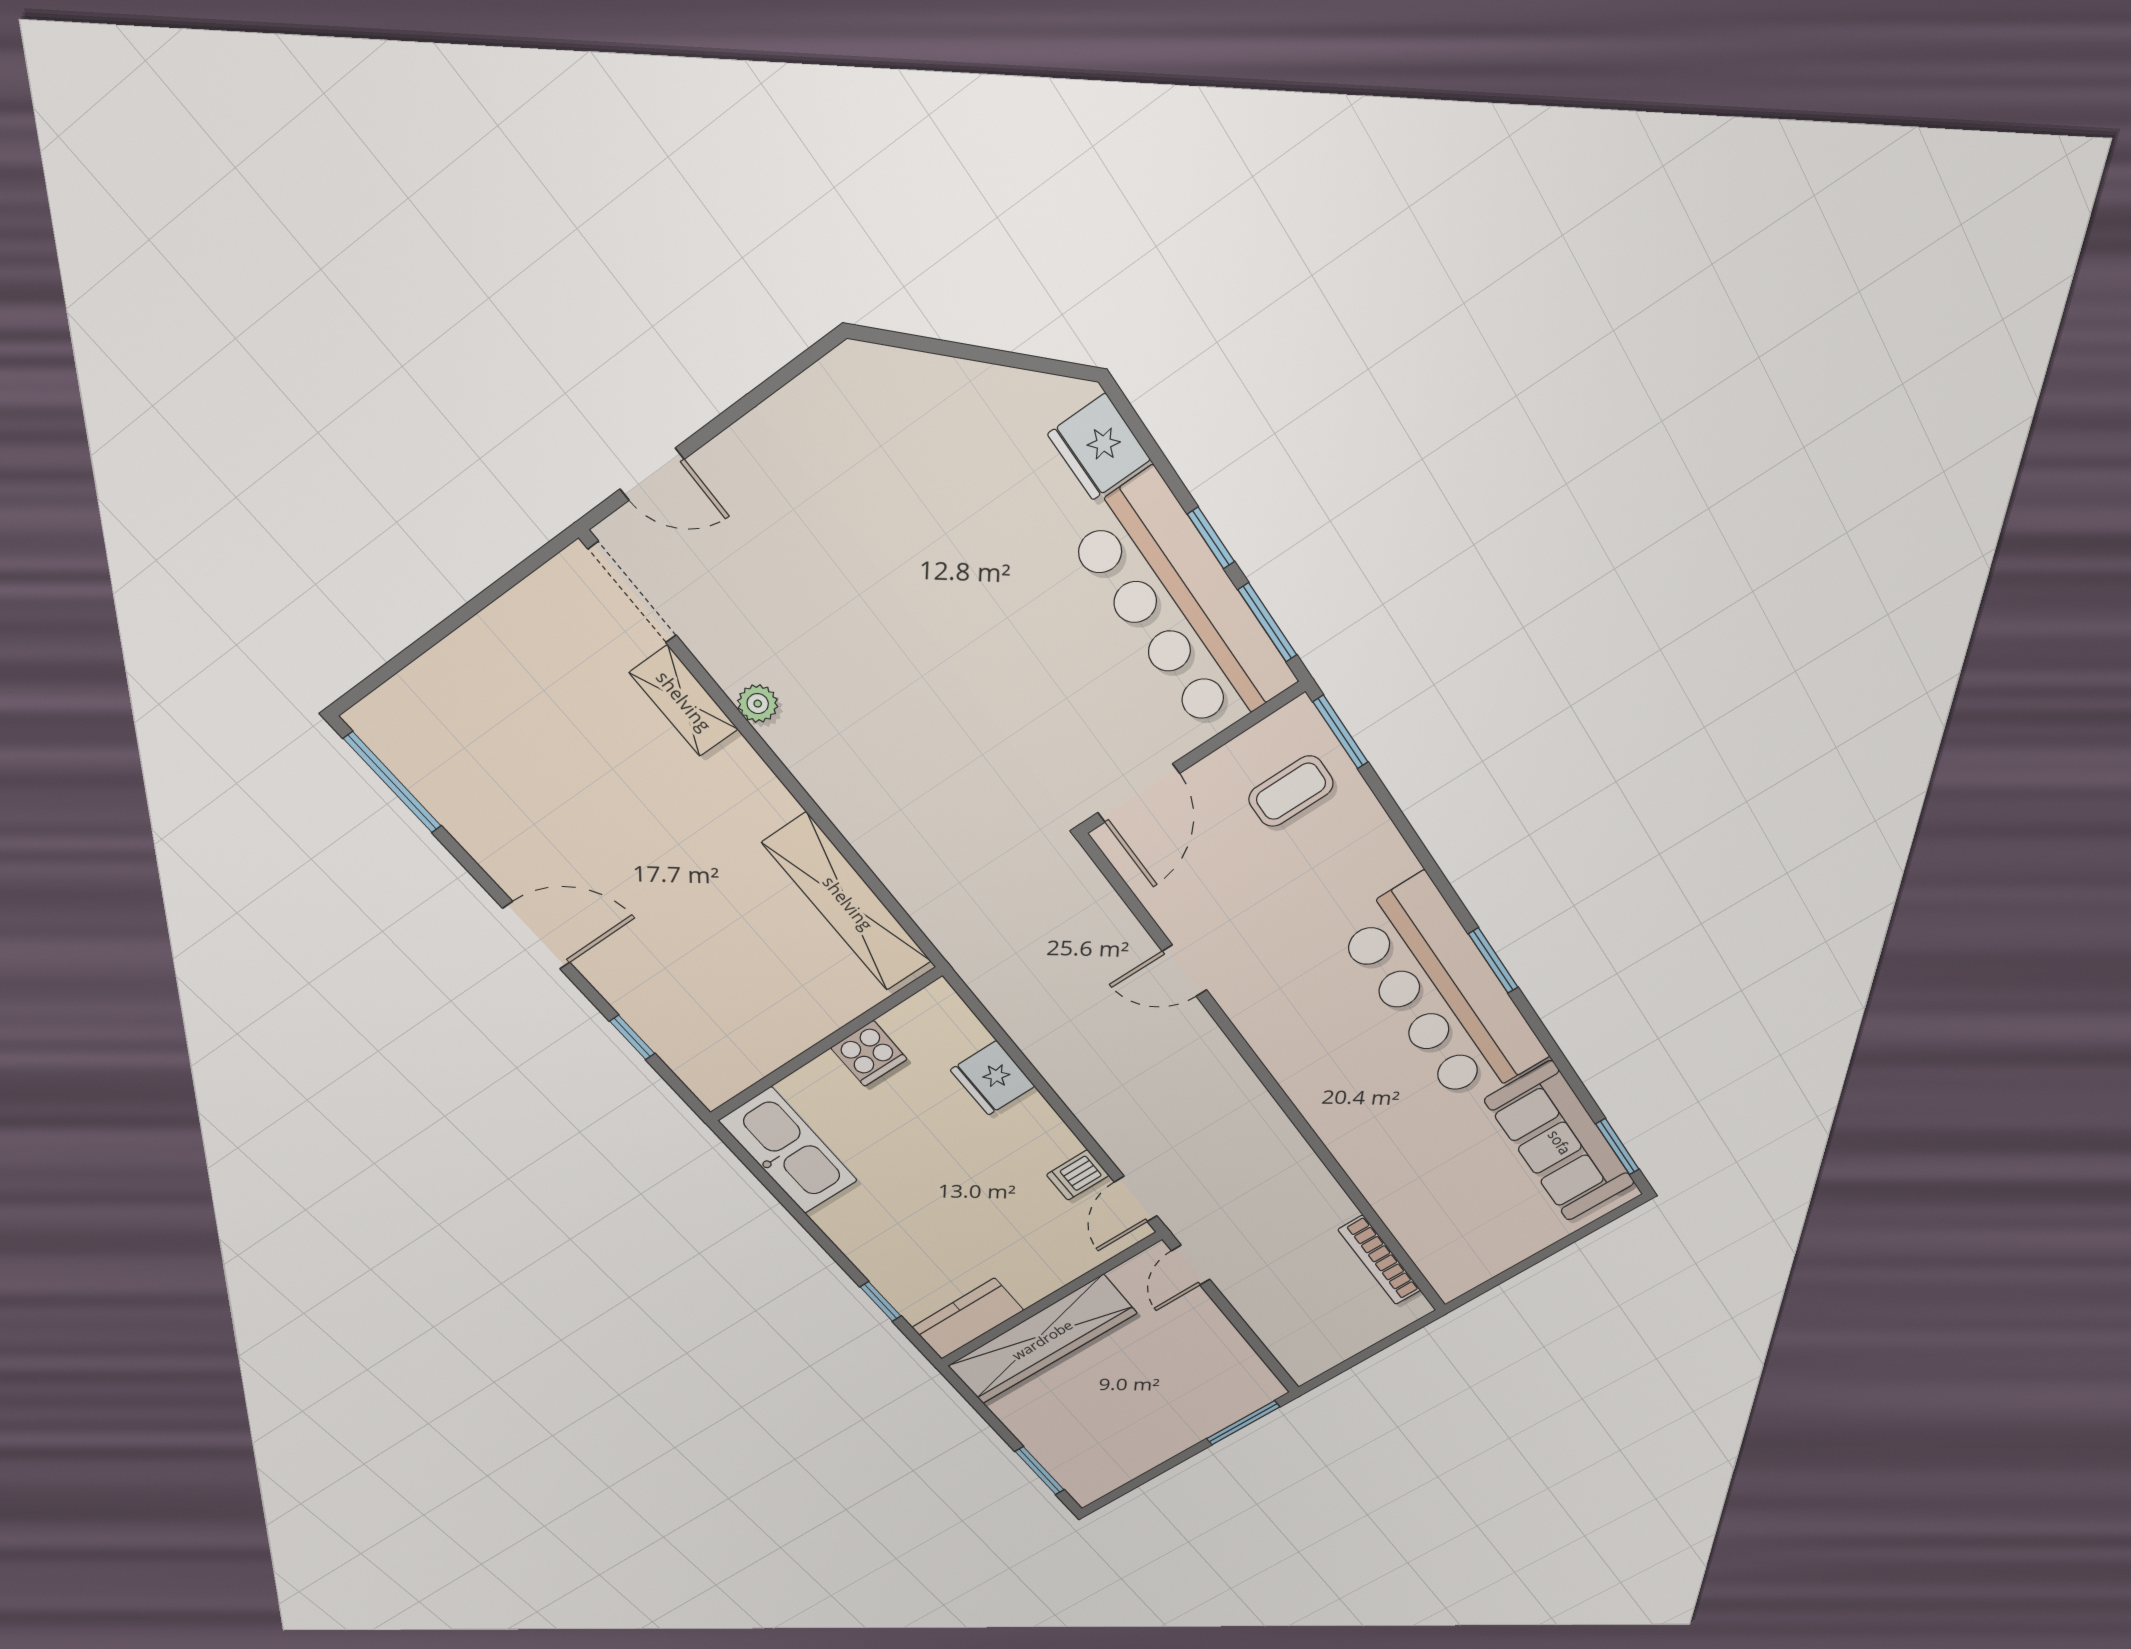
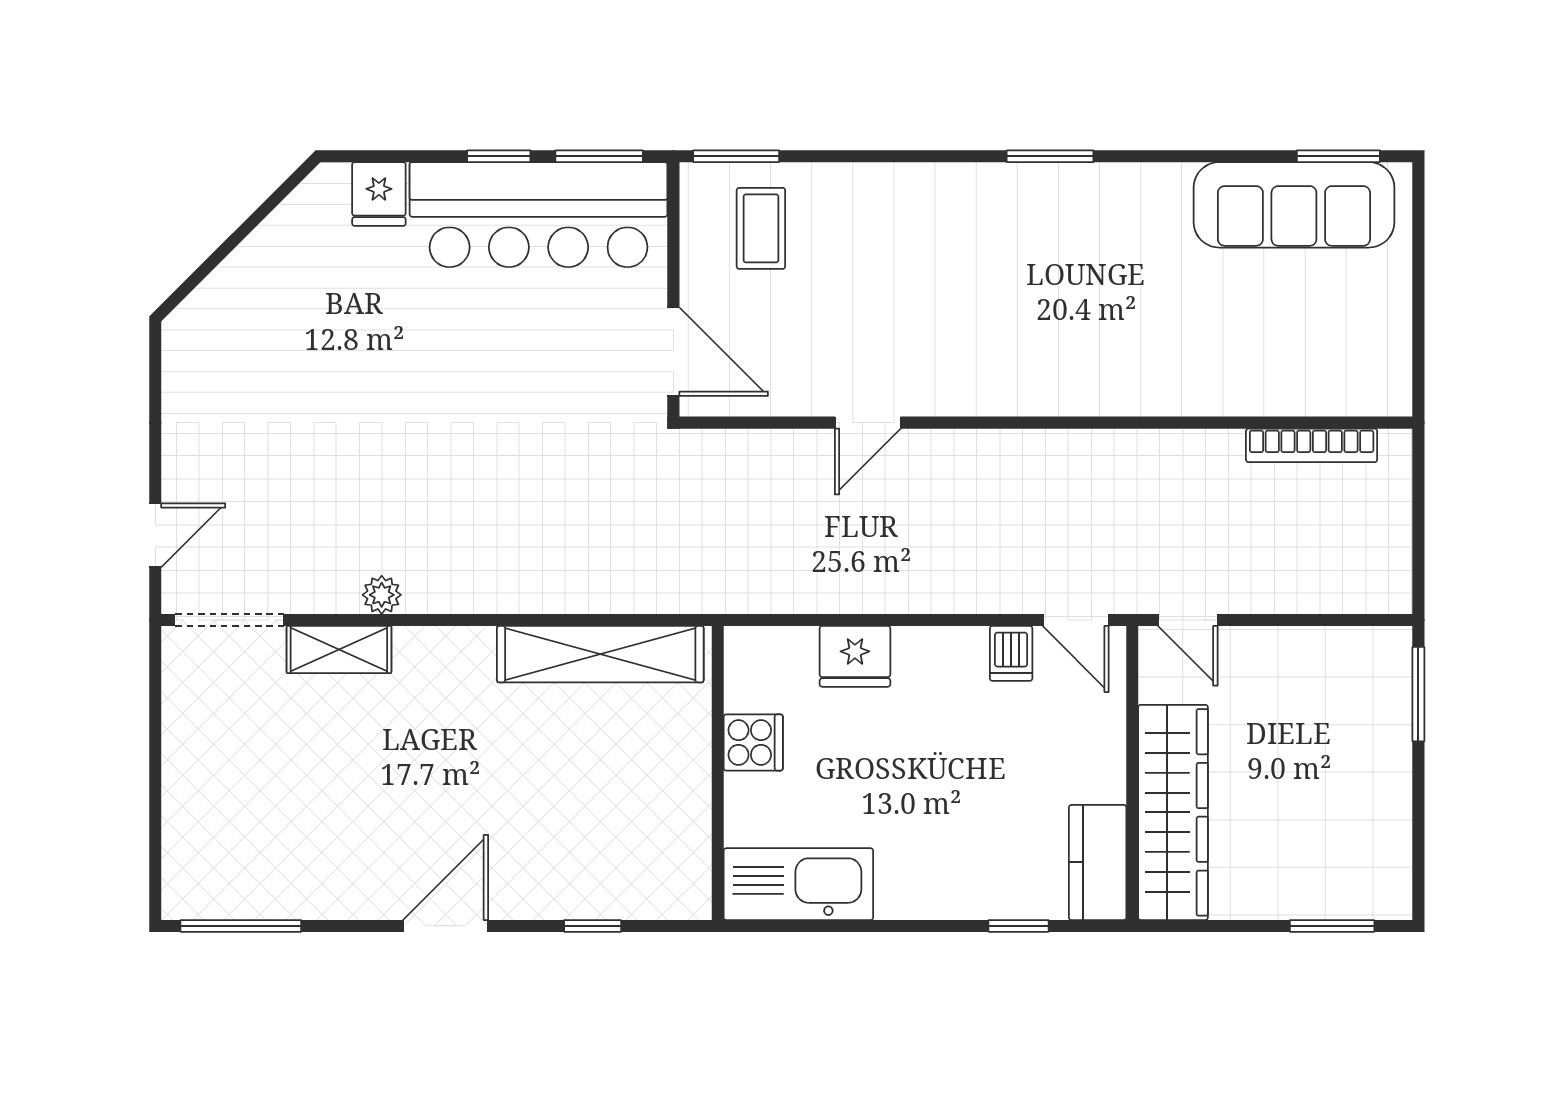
fridge: (1099, 447) -> (379, 194), width x0.72
bar counter: (1443, 993) -> (1052, 218), removed

